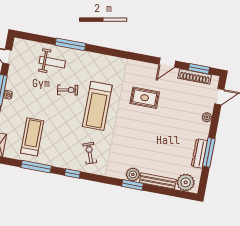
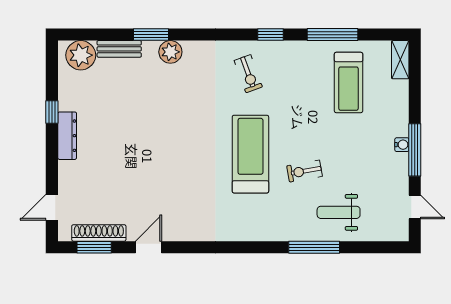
rug: (145, 98) -> (175, 182), removed
plant: (207, 117) -> (66, 169), removed
window: (209, 152) -> (52, 112), width x0.46
dresser: (199, 153) -> (67, 136), moved
bench: (158, 181) -> (119, 49), width x0.73
window: (132, 185) -> (151, 35), moved

